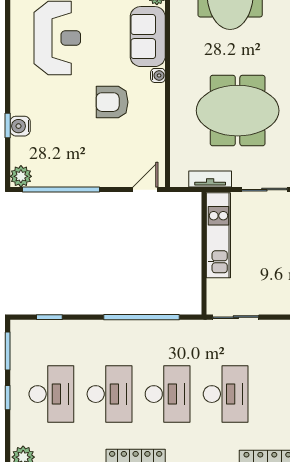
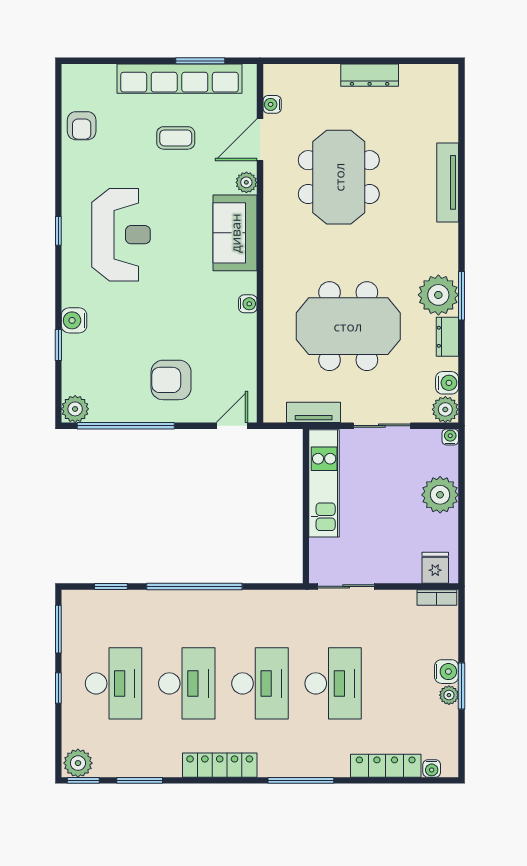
window: (8, 35) -> (58, 231), added
water cooler: (158, 75) -> (248, 304), moved
armchair: (112, 102) -> (171, 380), moved
water cooler: (20, 126) -> (74, 320), moved
window: (141, 317) -> (194, 586), moved

